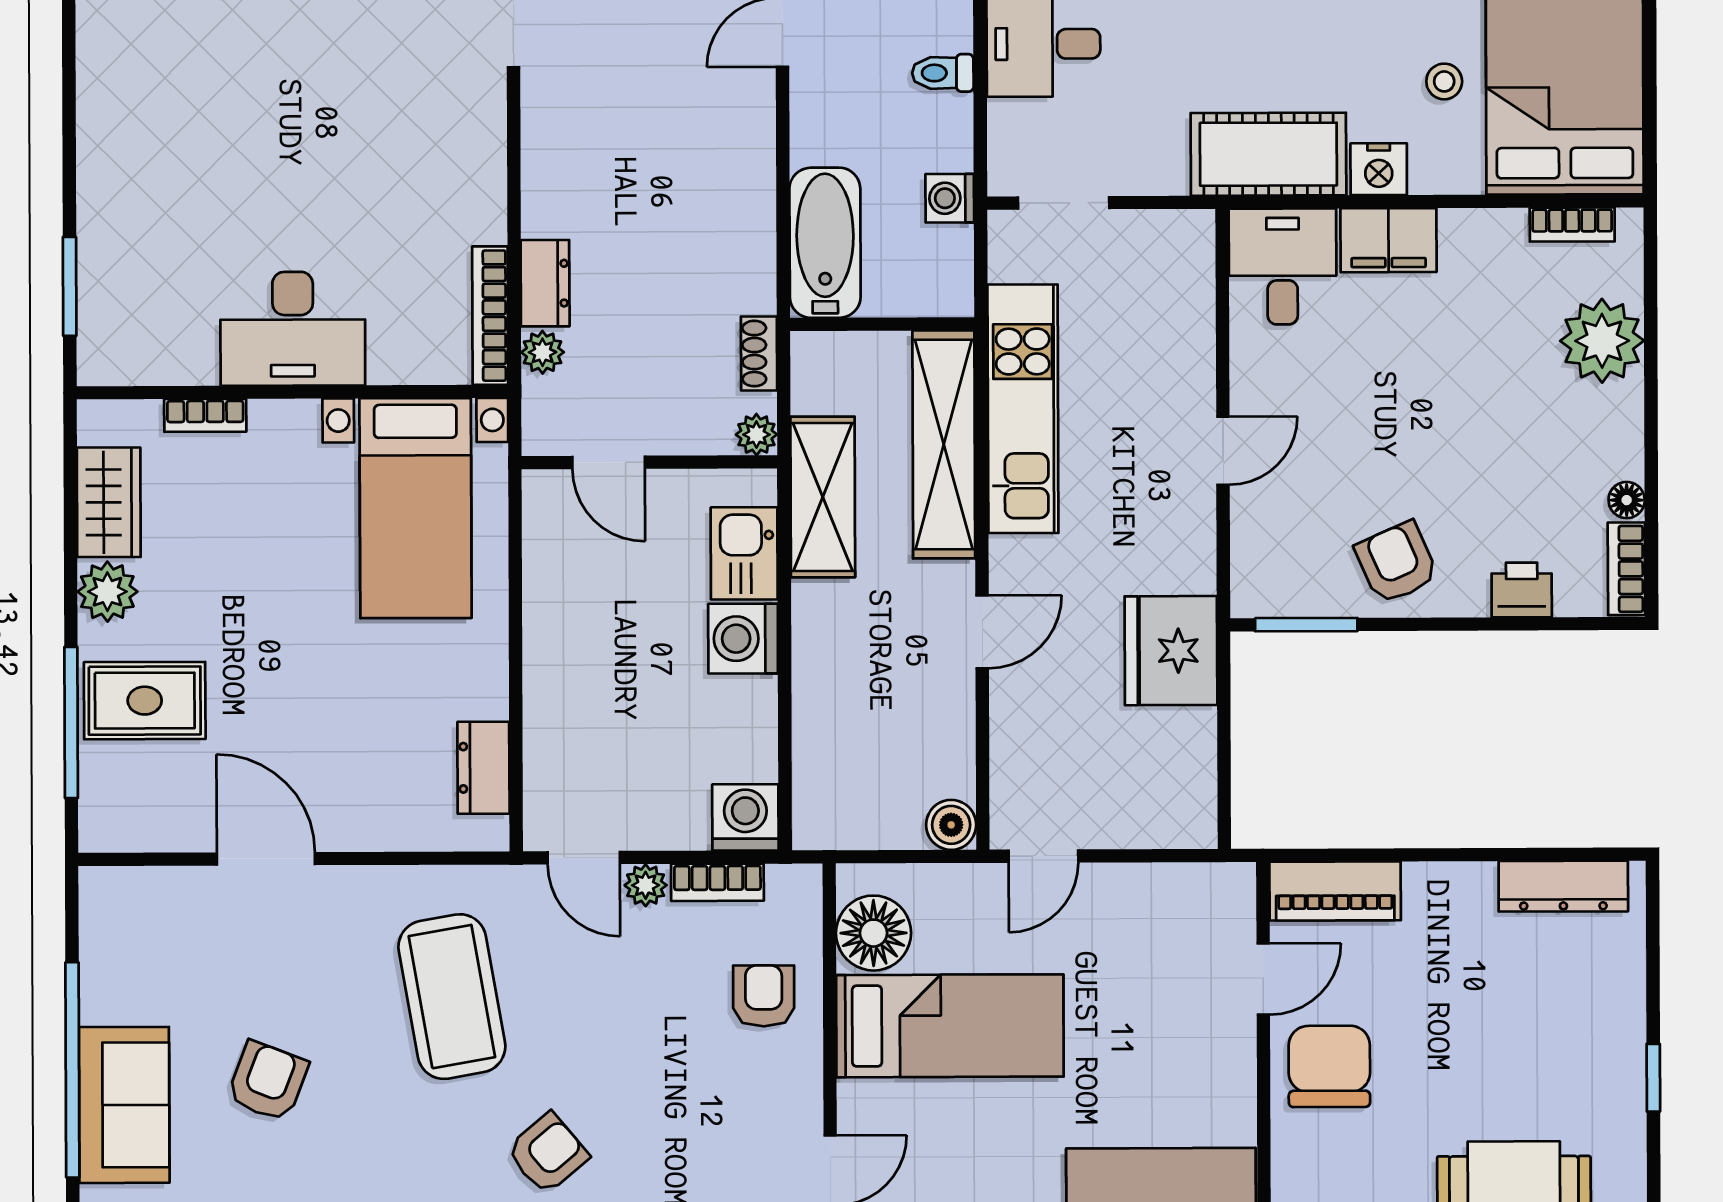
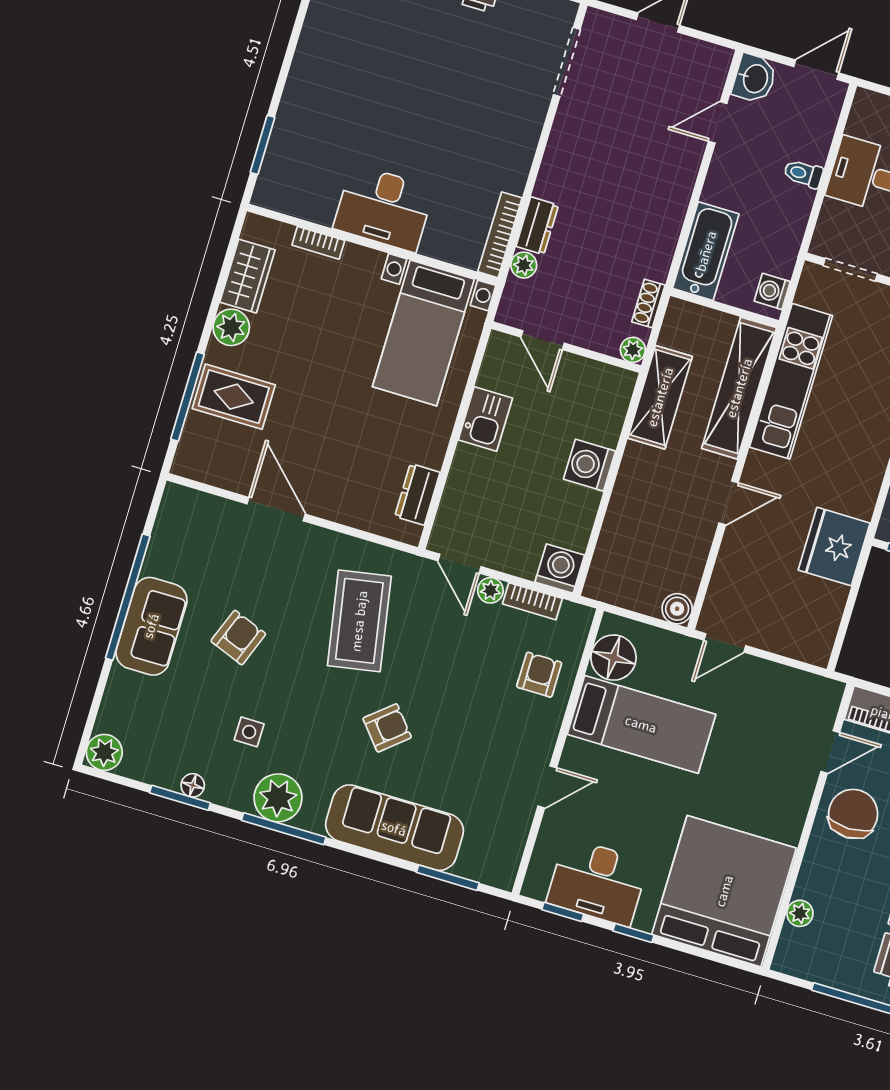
washing machine: (950, 198) -> (772, 291), moved
kitchen sink: (744, 553) -> (485, 419), moved, turned 180

